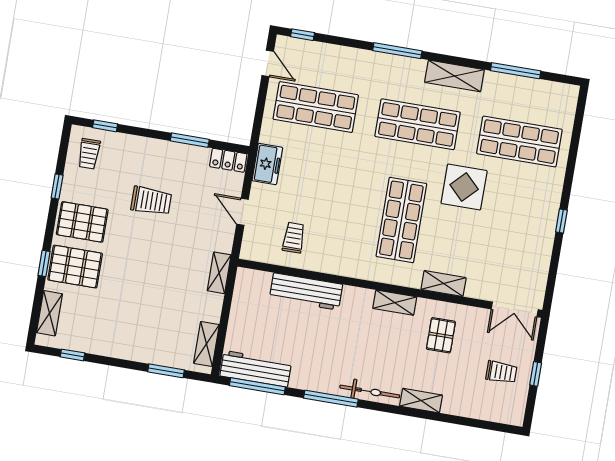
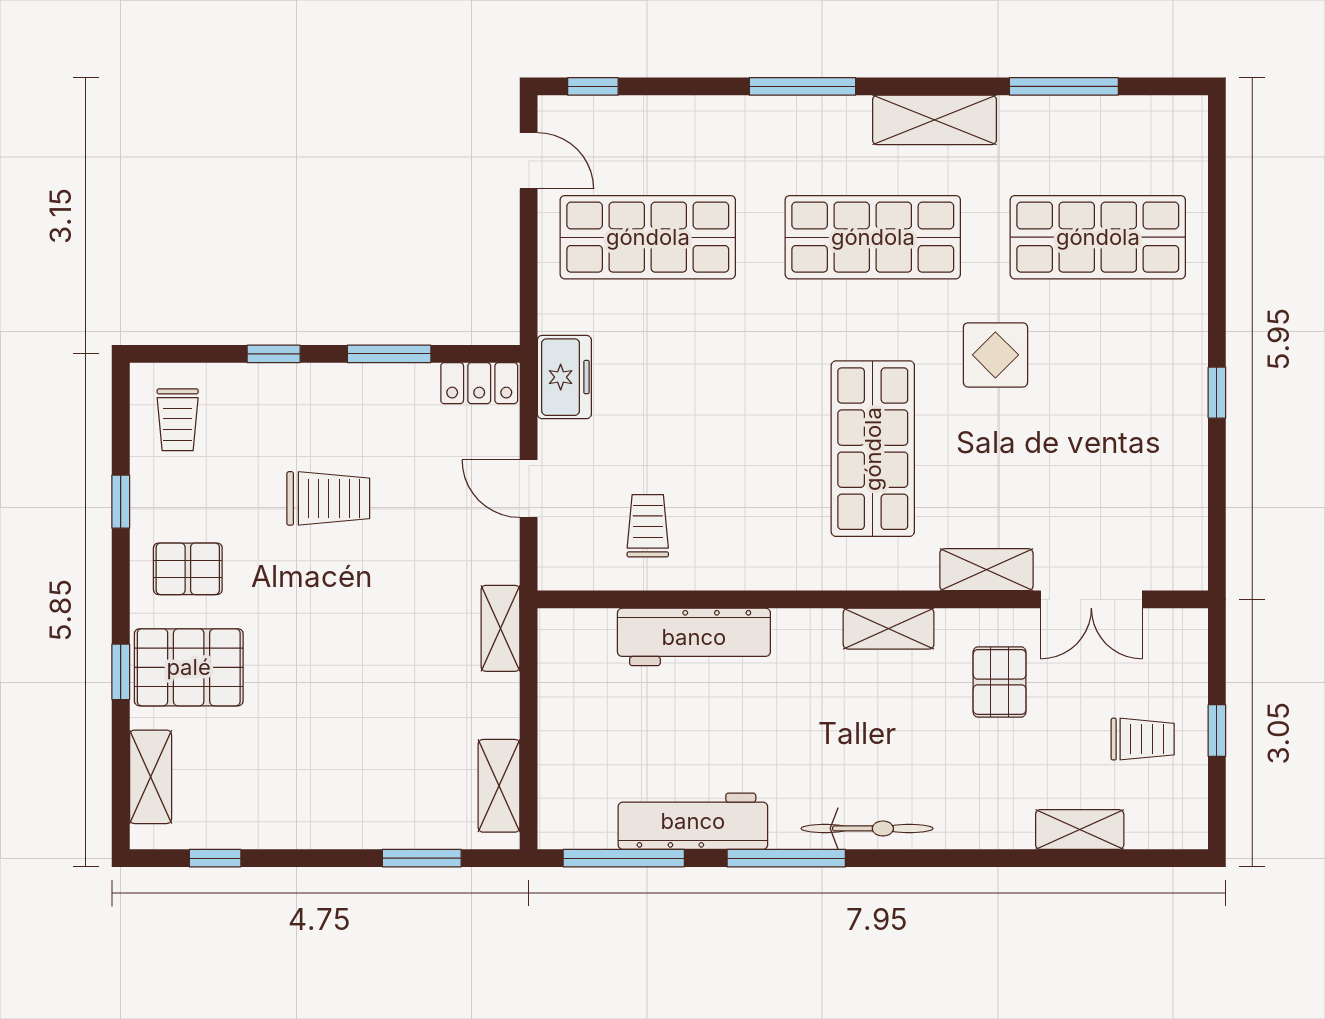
window: (105, 126) -> (274, 354), moved
display table: (464, 187) -> (995, 355), width x0.73, depth x0.73
pallet: (82, 222) -> (188, 569), width x0.67, depth x0.71
double door: (515, 309) -> (1091, 599), moved
workbench: (256, 369) -> (693, 821), moved
shelving: (421, 401) -> (1080, 830), moved

